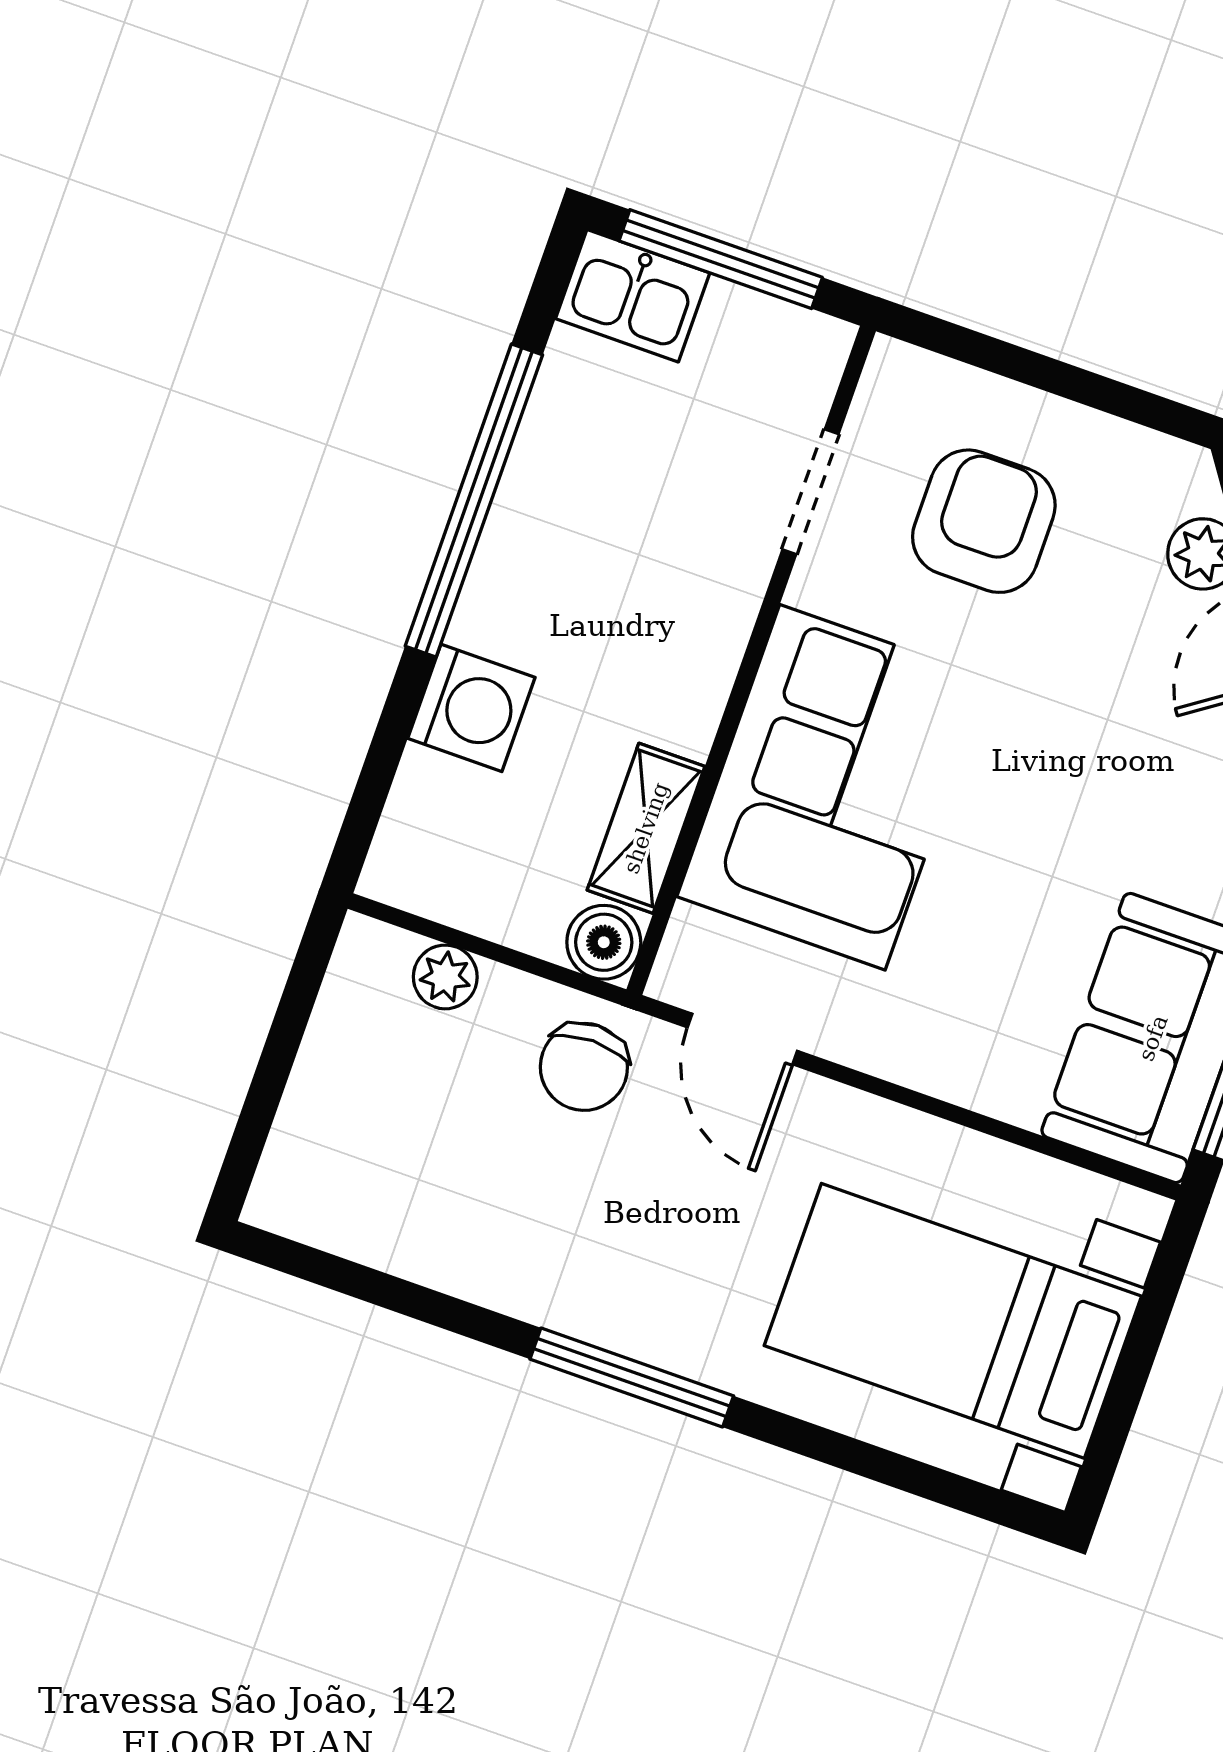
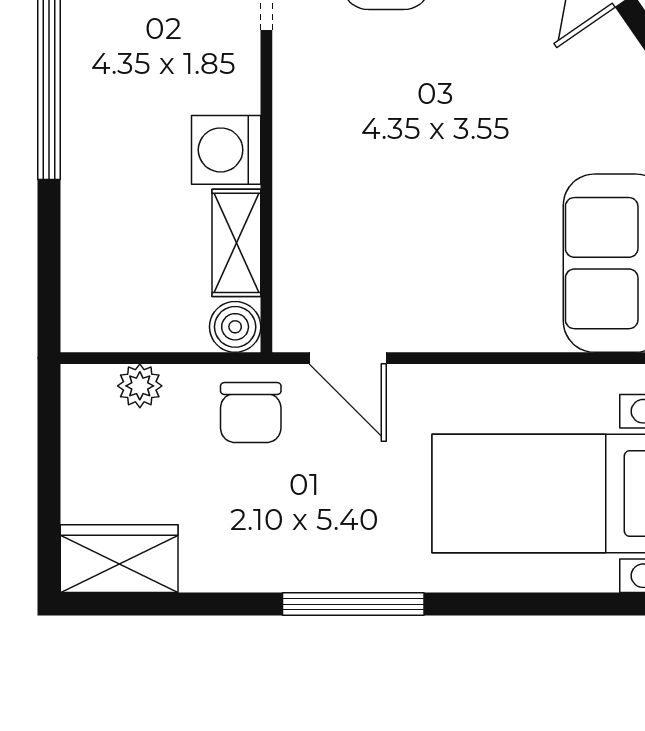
washing machine: (471, 708) -> (226, 150), moved, turned 180
corner sofa: (832, 787) -> (348, 173), removed
wardrobe: (334, 1203) -> (119, 559), added

